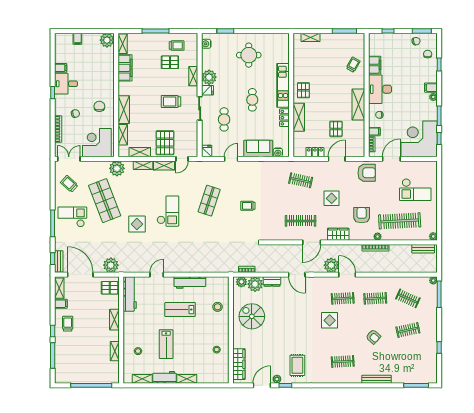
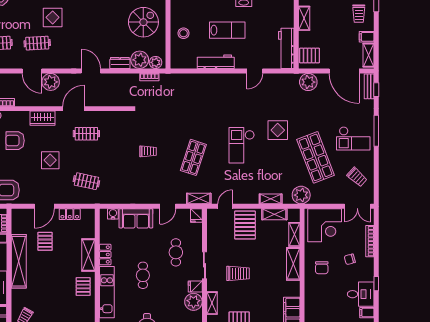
shelving: (358, 105) -> (19, 261), width x1.47
shelving: (164, 166) -> (199, 198), moved
armchair: (362, 215) -> (15, 141), turned 90
clothes rail: (301, 221) -> (86, 134), width x0.73
spiral stairs: (252, 316) -> (143, 22), turned -90

